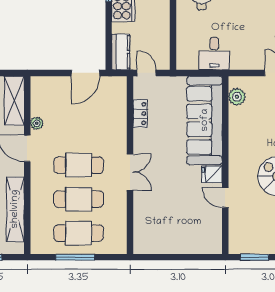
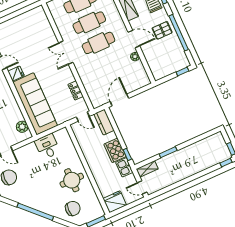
shelving: (14, 101) -> (154, 64), removed

